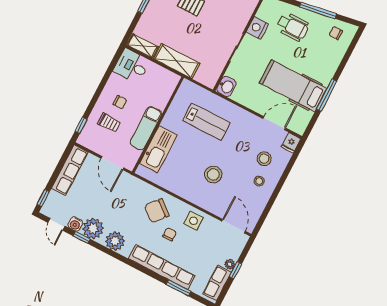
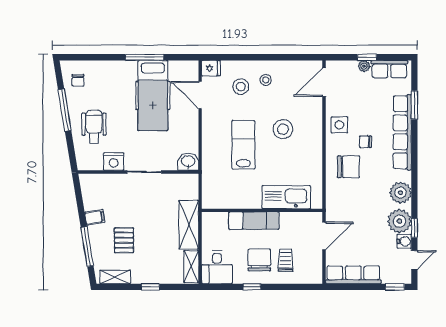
chair: (120, 102) -> (259, 260), width x1.87, depth x1.87
lab bench: (206, 122) -> (243, 145), moved
window: (81, 125) -> (252, 287), moved
exam couch: (146, 128) -> (254, 221), moved
chair: (157, 211) -> (349, 167), turned -40

